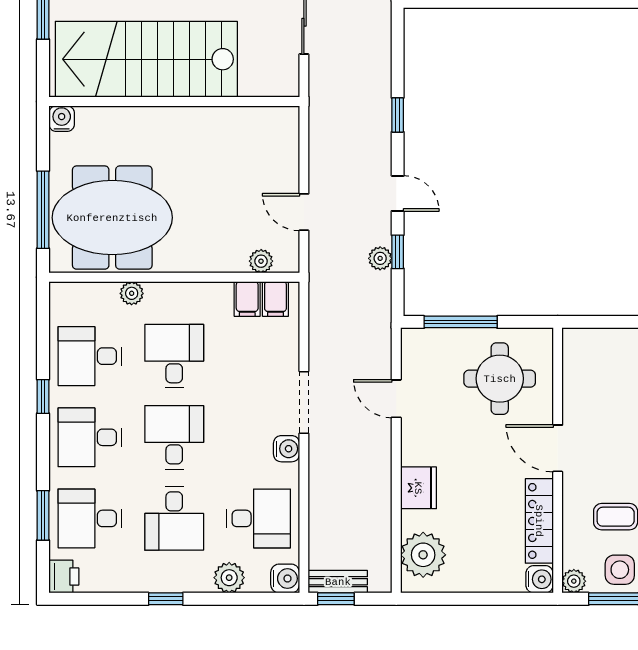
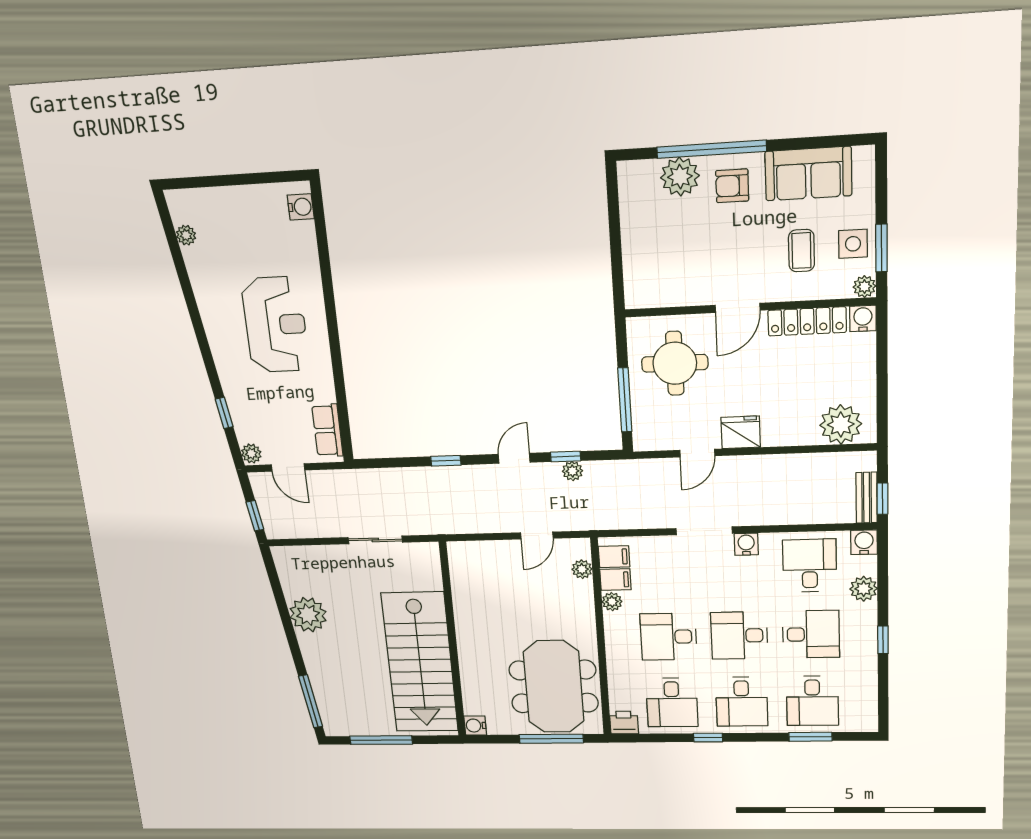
plant: (132, 293) -> (612, 602), moved
fridge: (418, 488) -> (741, 432), moved
printer: (64, 576) -> (624, 723), moved

